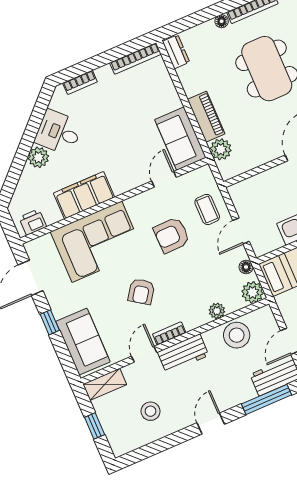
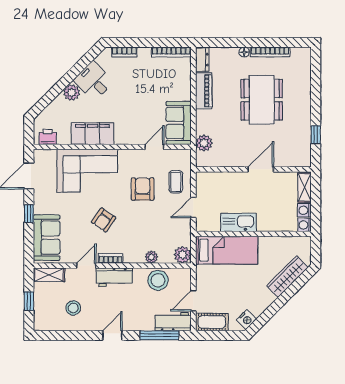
piano: (206, 117) -> (204, 91), moved
armchair: (172, 235) -> (143, 189), turned 91
floor lamp: (246, 267) -> (186, 235), removed

